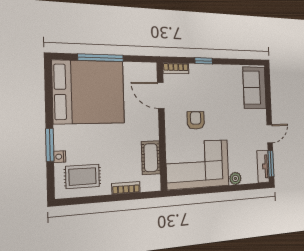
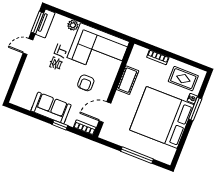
sofa: (254, 88) -> (51, 108), moved, turned -90
bed: (89, 92) -> (162, 117), moved
door: (161, 95) -> (105, 112), swing flipped
cot: (151, 158) -> (128, 80), moved

